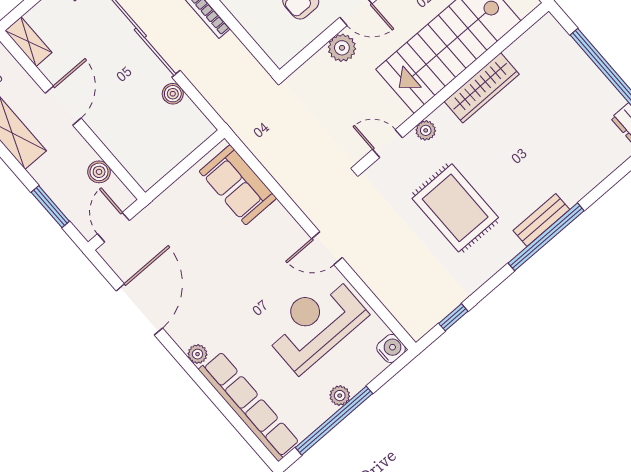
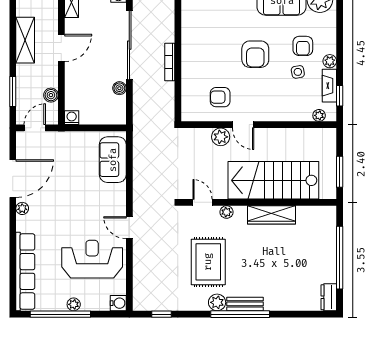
washing machine: (146, 177) -> (72, 118), added
plant: (507, 247) -> (217, 302), added
plant: (198, 354) -> (22, 208), moved

